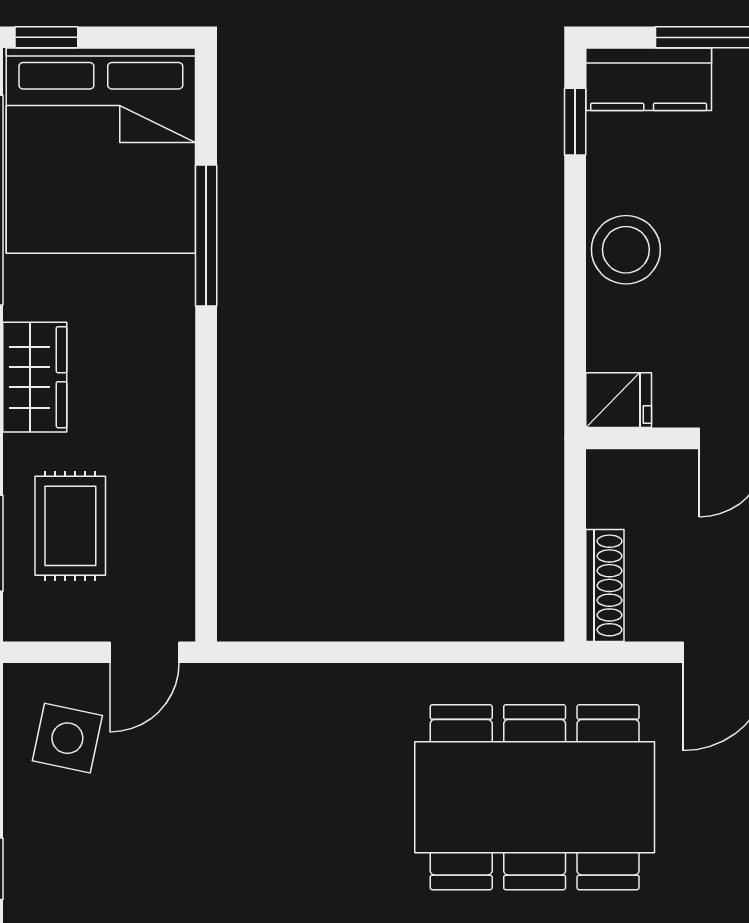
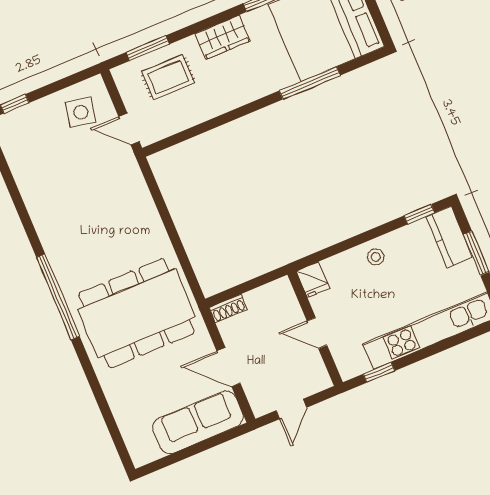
stool: (626, 250) -> (376, 257), width x0.53, depth x0.53
shoe rack: (605, 585) -> (228, 309), width x0.70
dining table: (535, 797) -> (136, 313), turned 90

